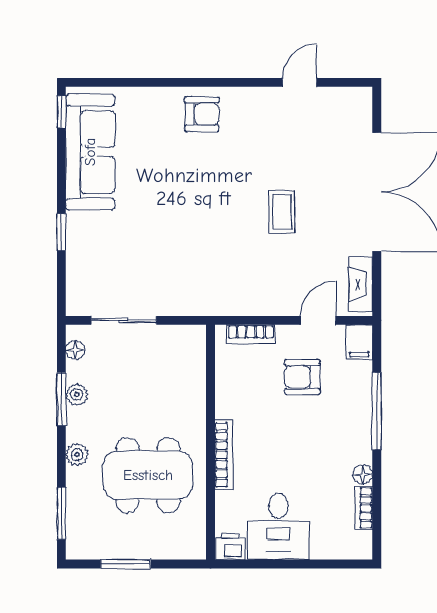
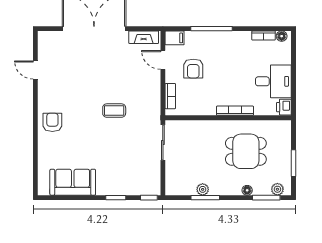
window: (61, 112) -> (149, 198), moved
sofa: (90, 152) -> (73, 182), width x0.73
coffee table: (282, 212) -> (114, 111), moved
sliding door: (124, 320) -> (163, 142), moved
floor lamp: (75, 350) -> (247, 190), moved
plant: (77, 455) -> (277, 189), moved
floor lamp: (363, 474) -> (282, 36), moved
dining table: (148, 475) -> (246, 151), width x0.73

